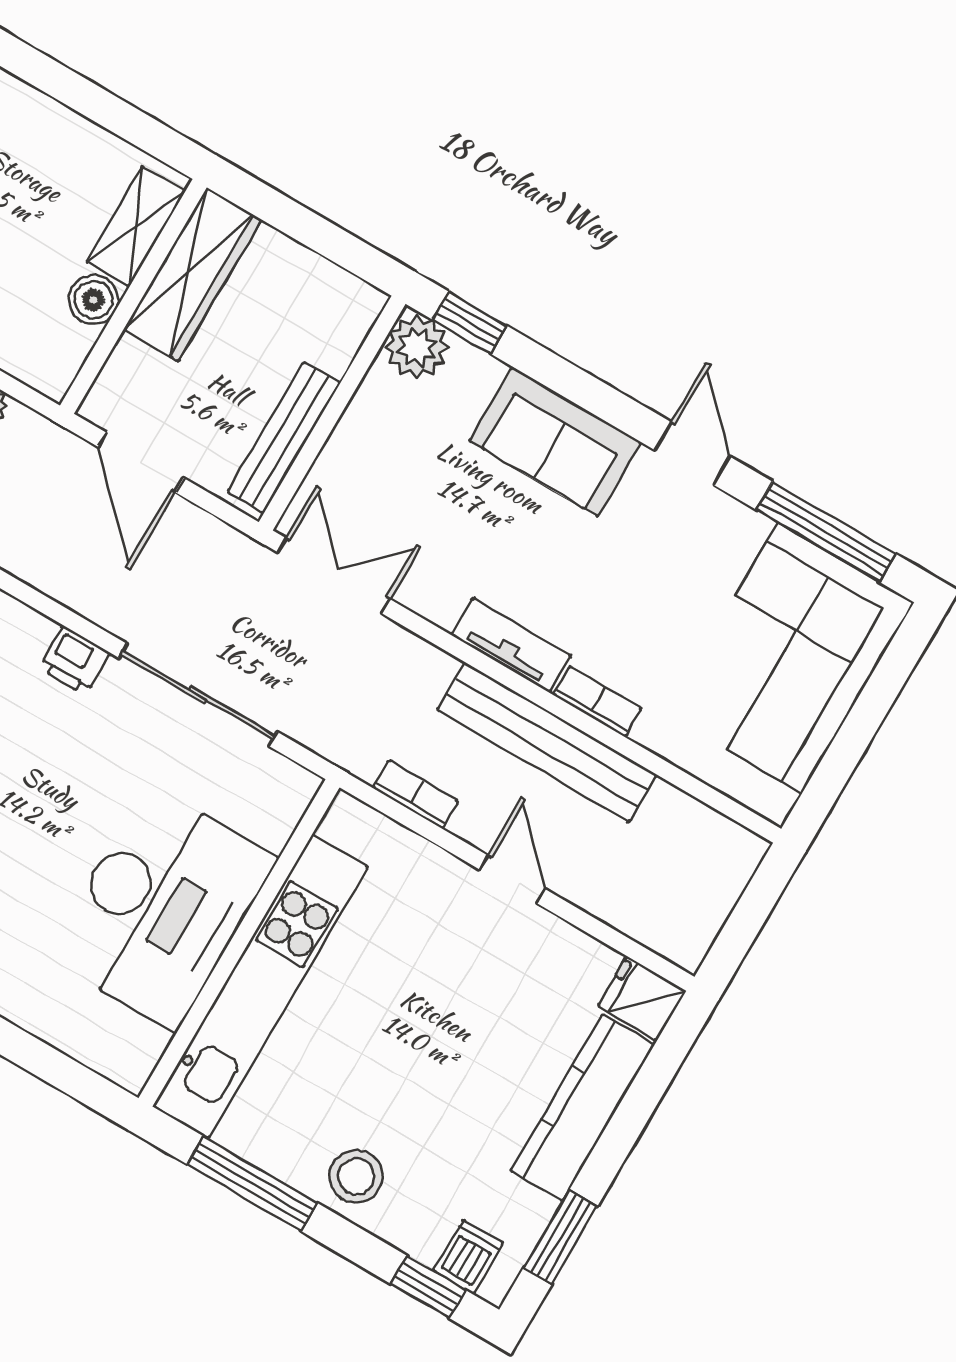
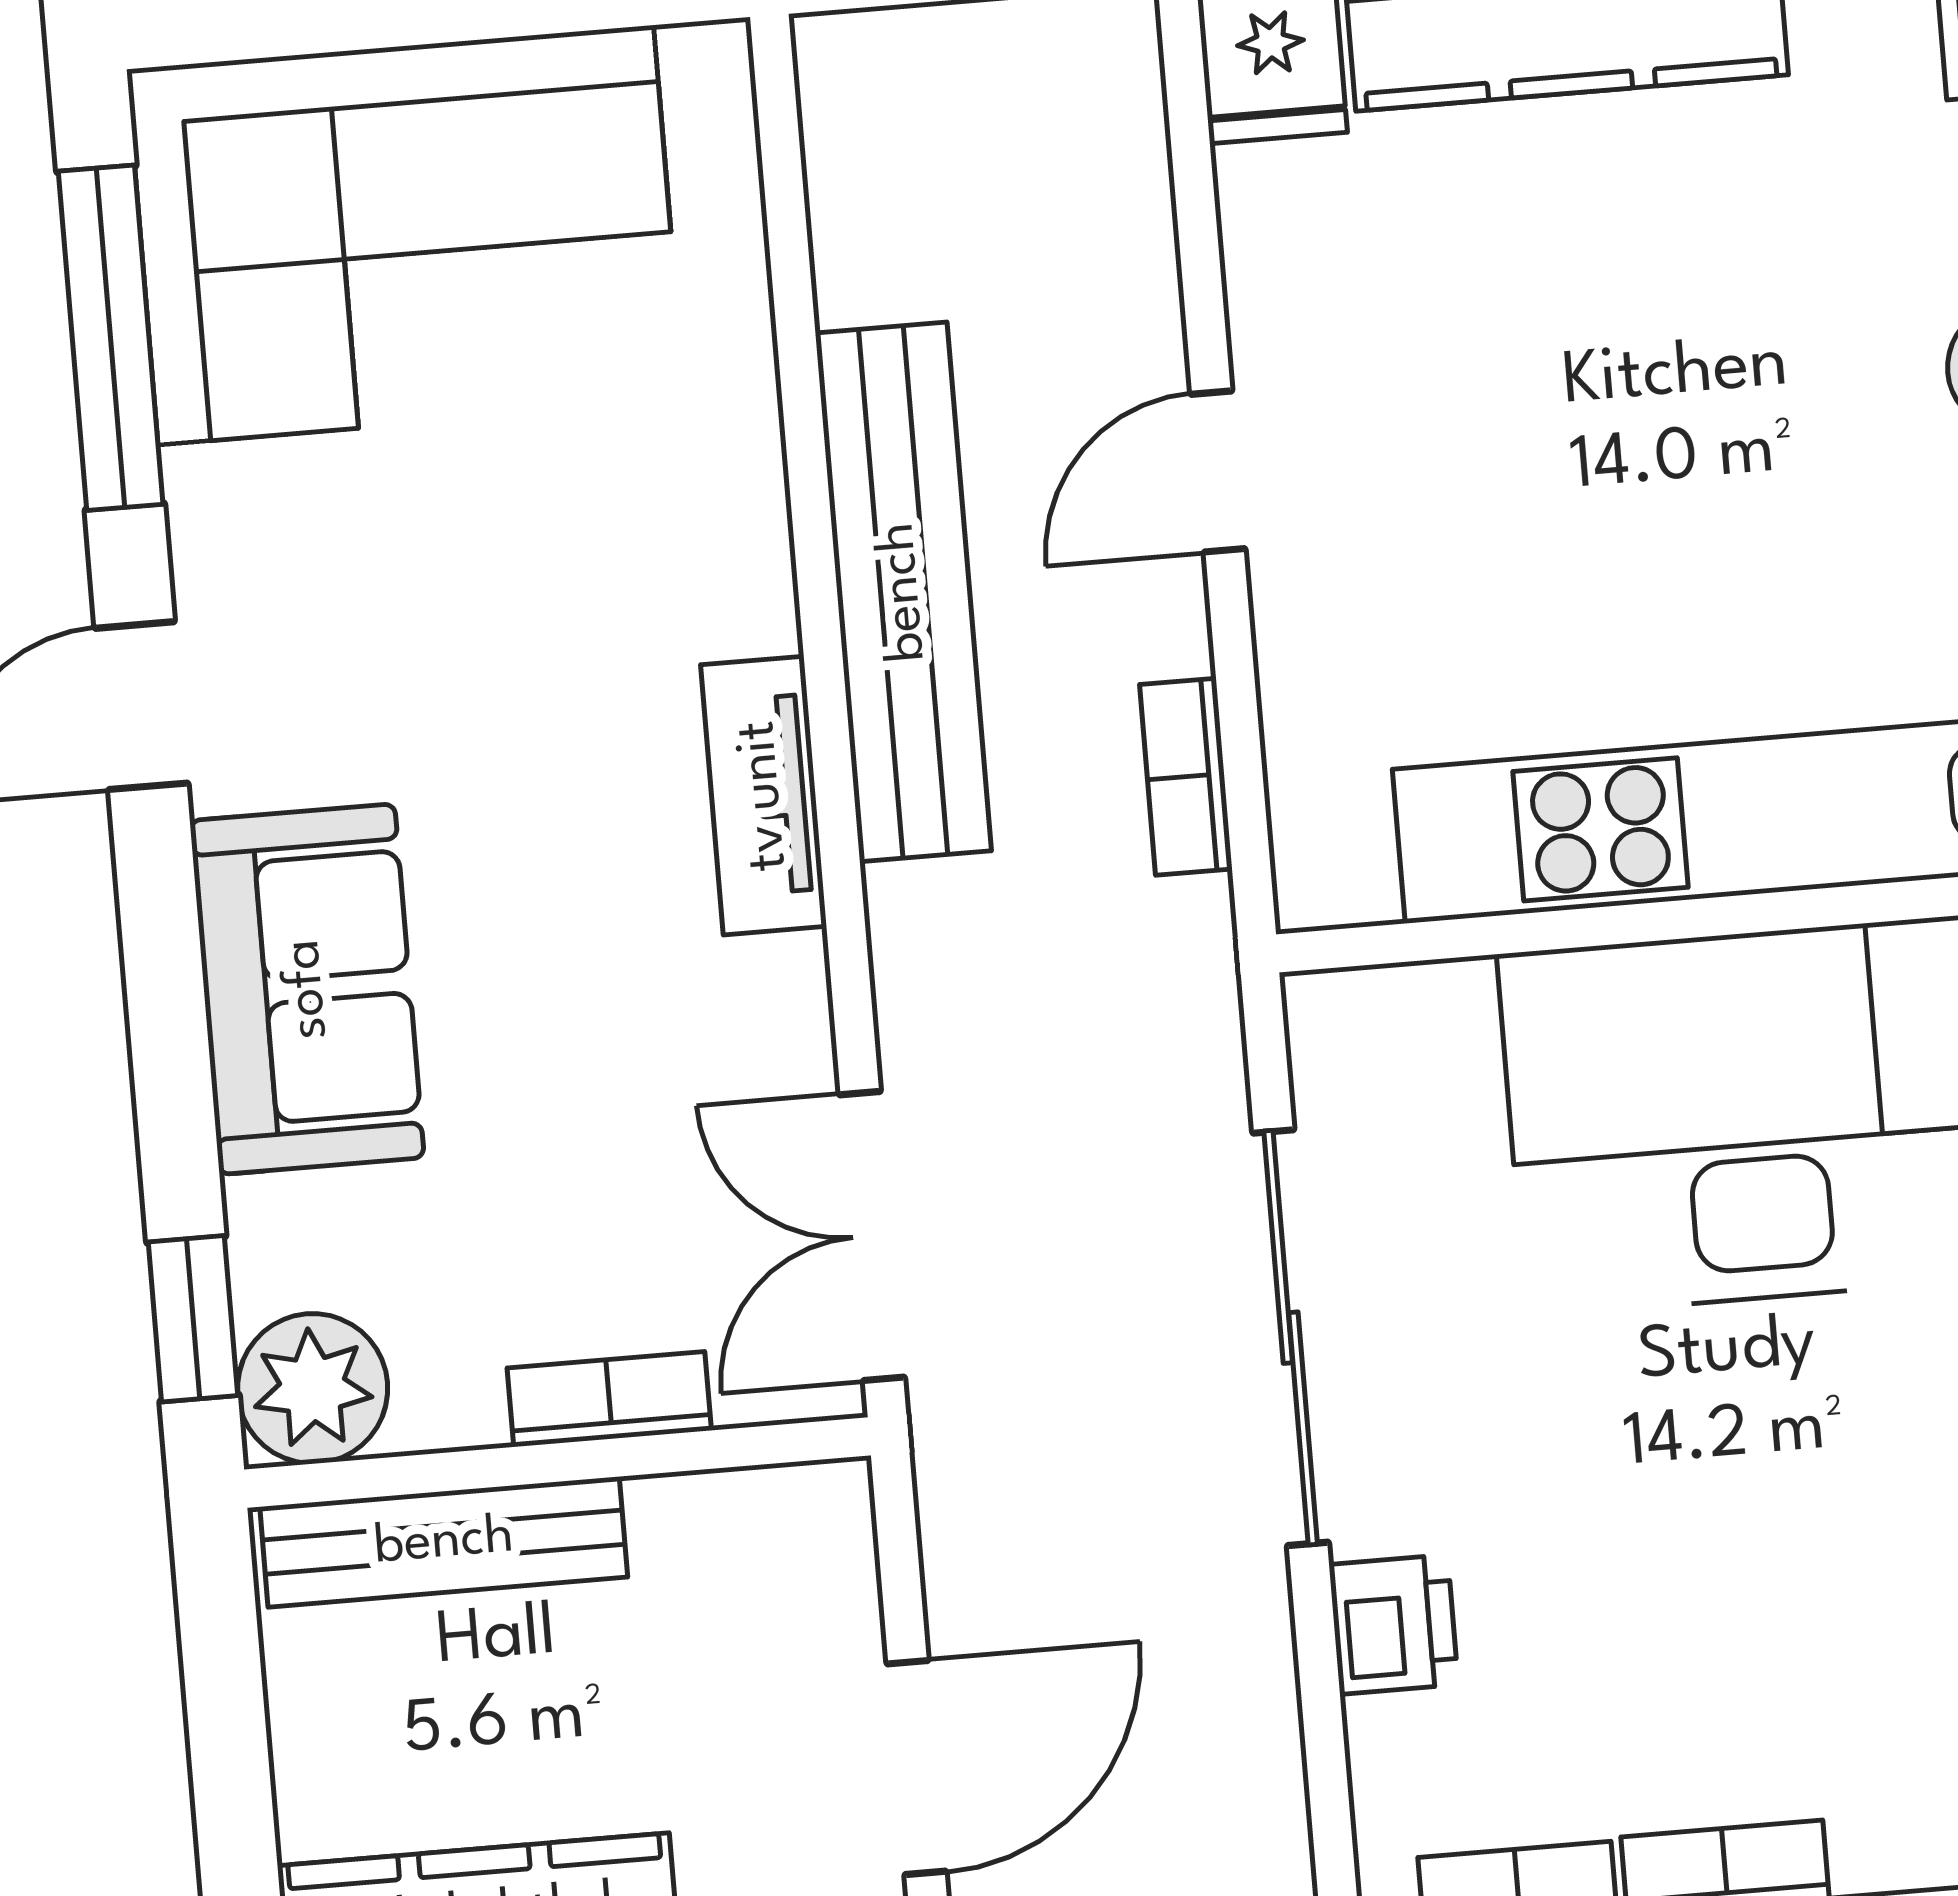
bench: (284, 437) -> (444, 1542), moved
bookcase: (597, 702) -> (609, 1399), moved, turned 90

